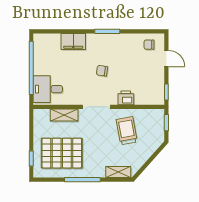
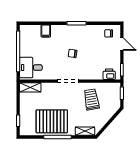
filing cabinet: (73, 41) -> (46, 31), width x0.50
printer: (126, 98) -> (109, 74), moved
shelving: (64, 115) -> (30, 87), moved
pallet: (62, 153) -> (52, 121), moved

